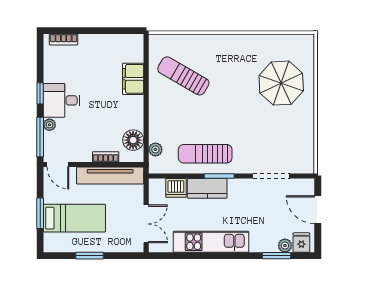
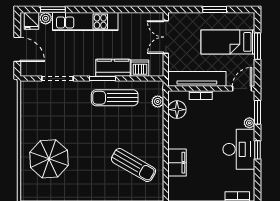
desk: (62, 100) -> (239, 149), width x1.37
window: (40, 137) -> (258, 112), width x0.69
sun lounger: (205, 154) -> (115, 98), turned 180
door: (58, 164) -> (242, 88), hinge flipped
kitchen unit: (211, 242) -> (85, 22), moved

